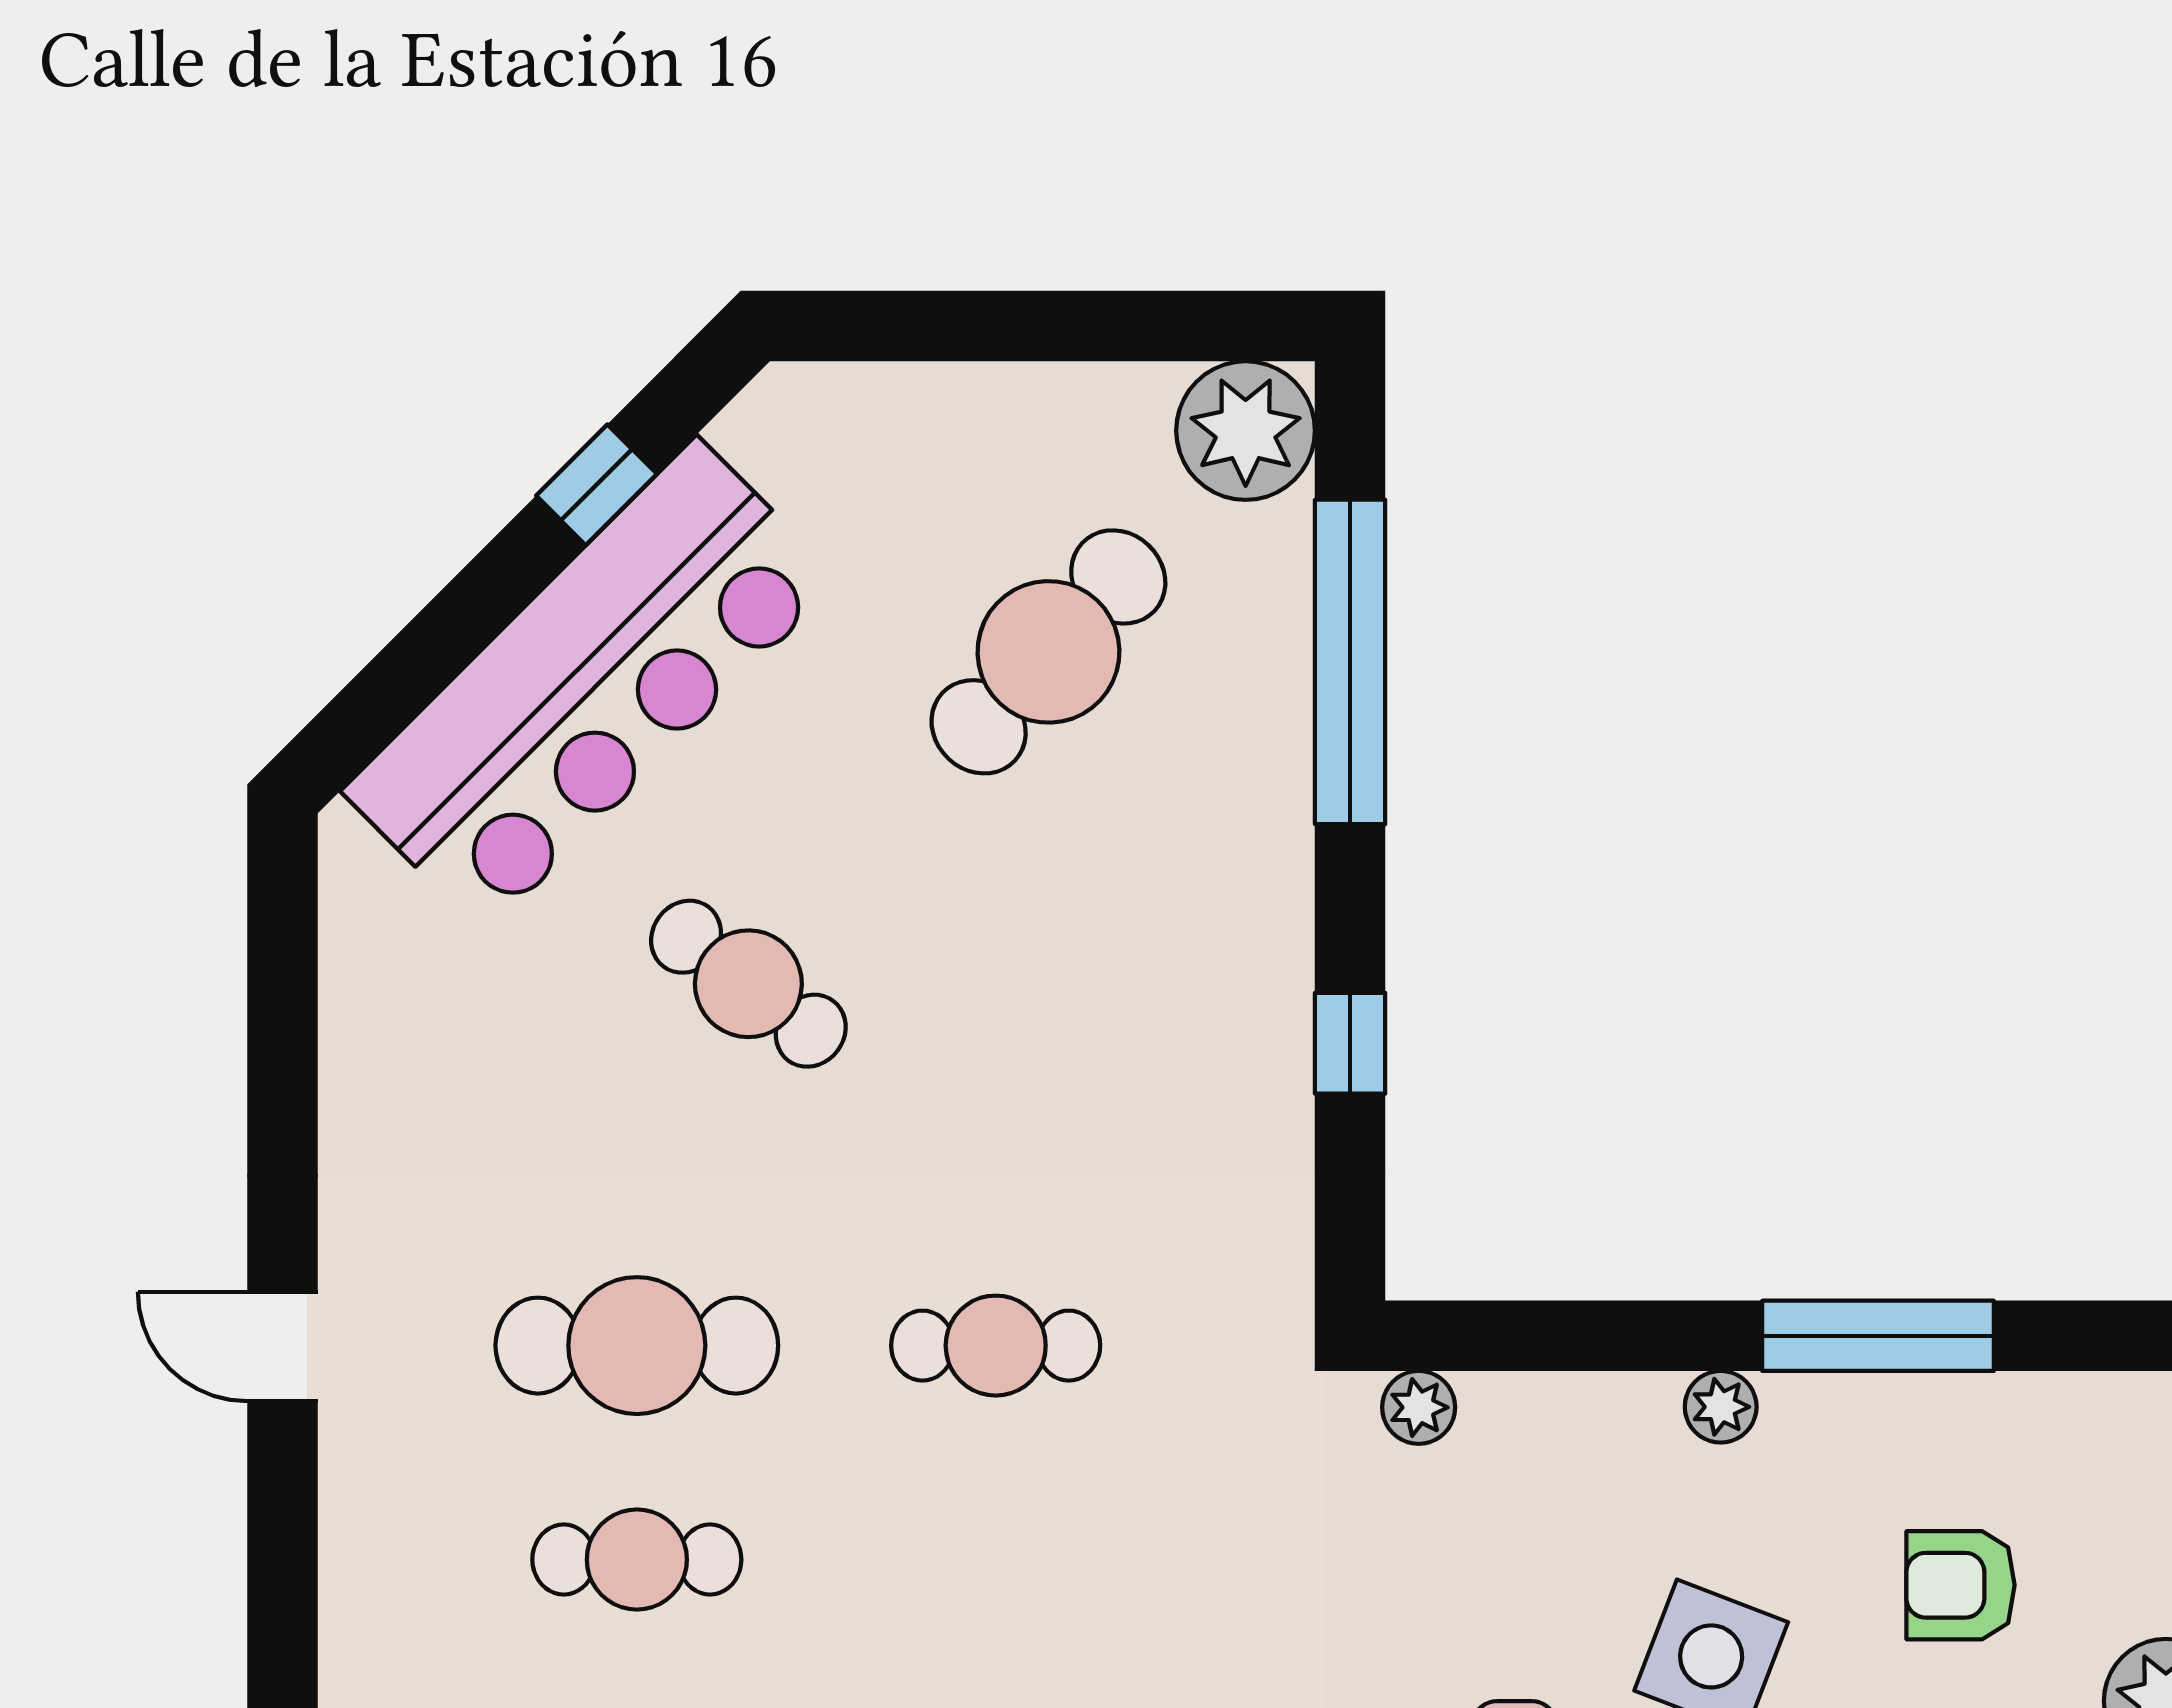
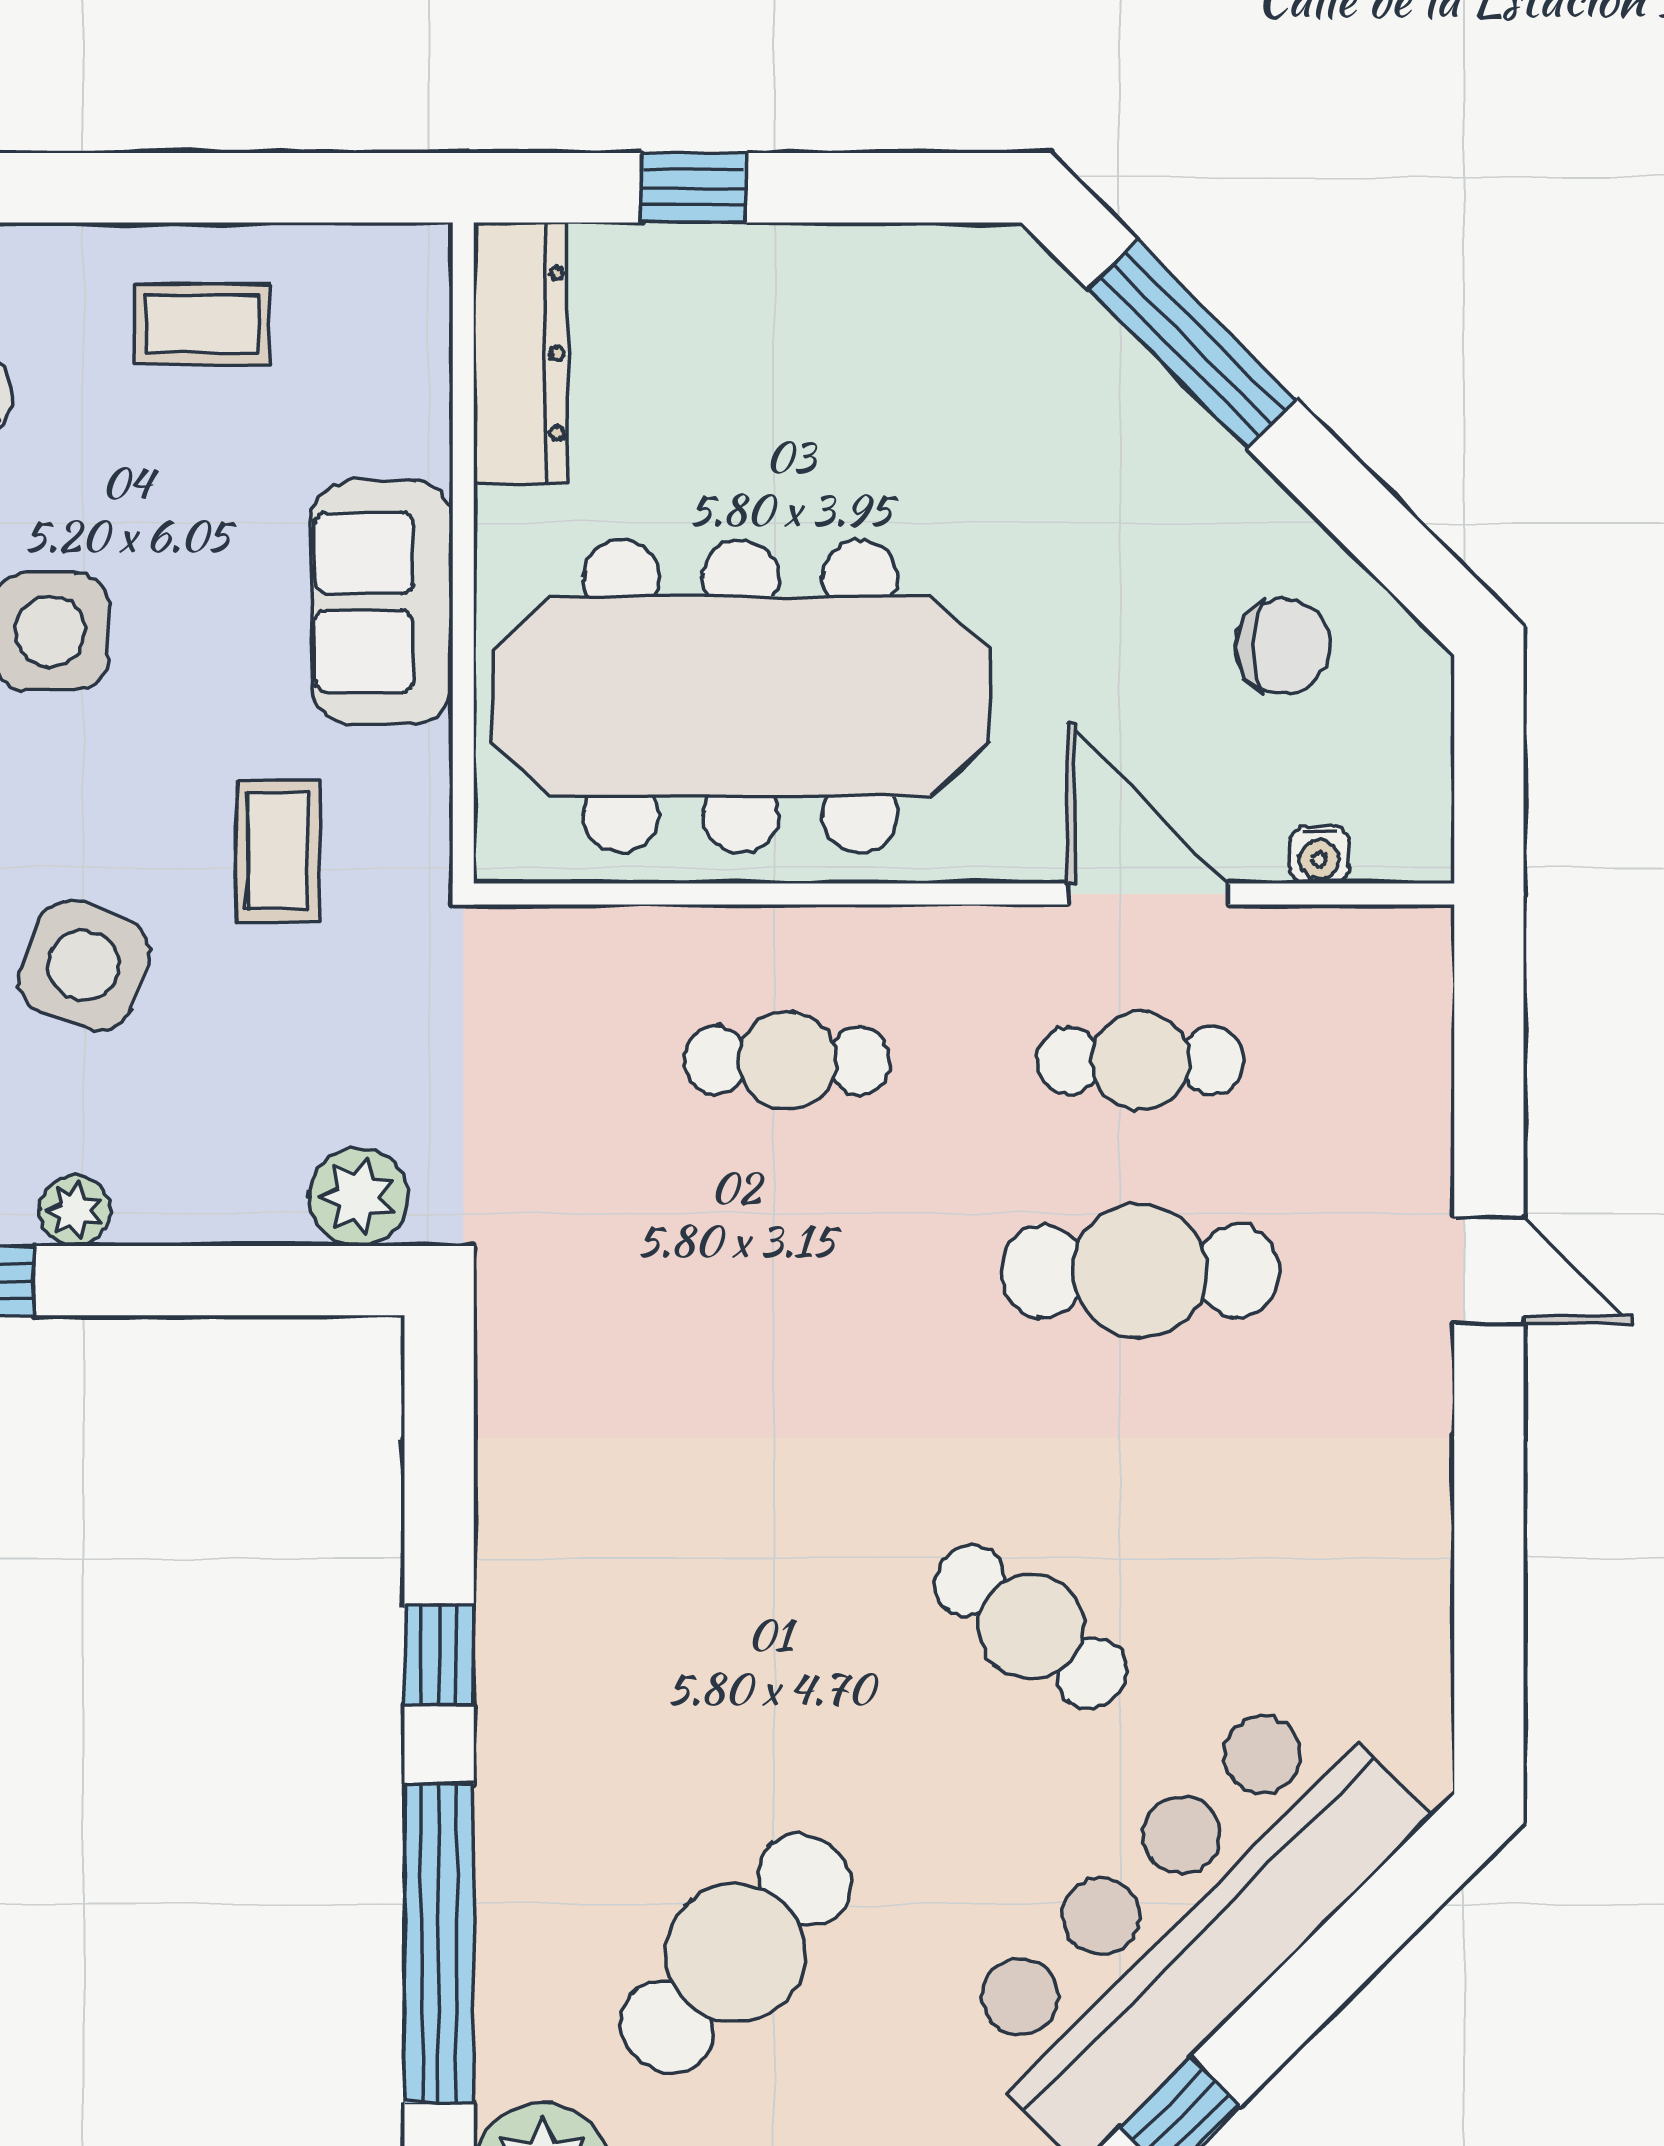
window: (1350, 1043) -> (439, 1655), moved
cafe table: (996, 1346) -> (788, 1061), moved
plant: (1419, 1407) -> (358, 1197), width x1.38, depth x1.38

